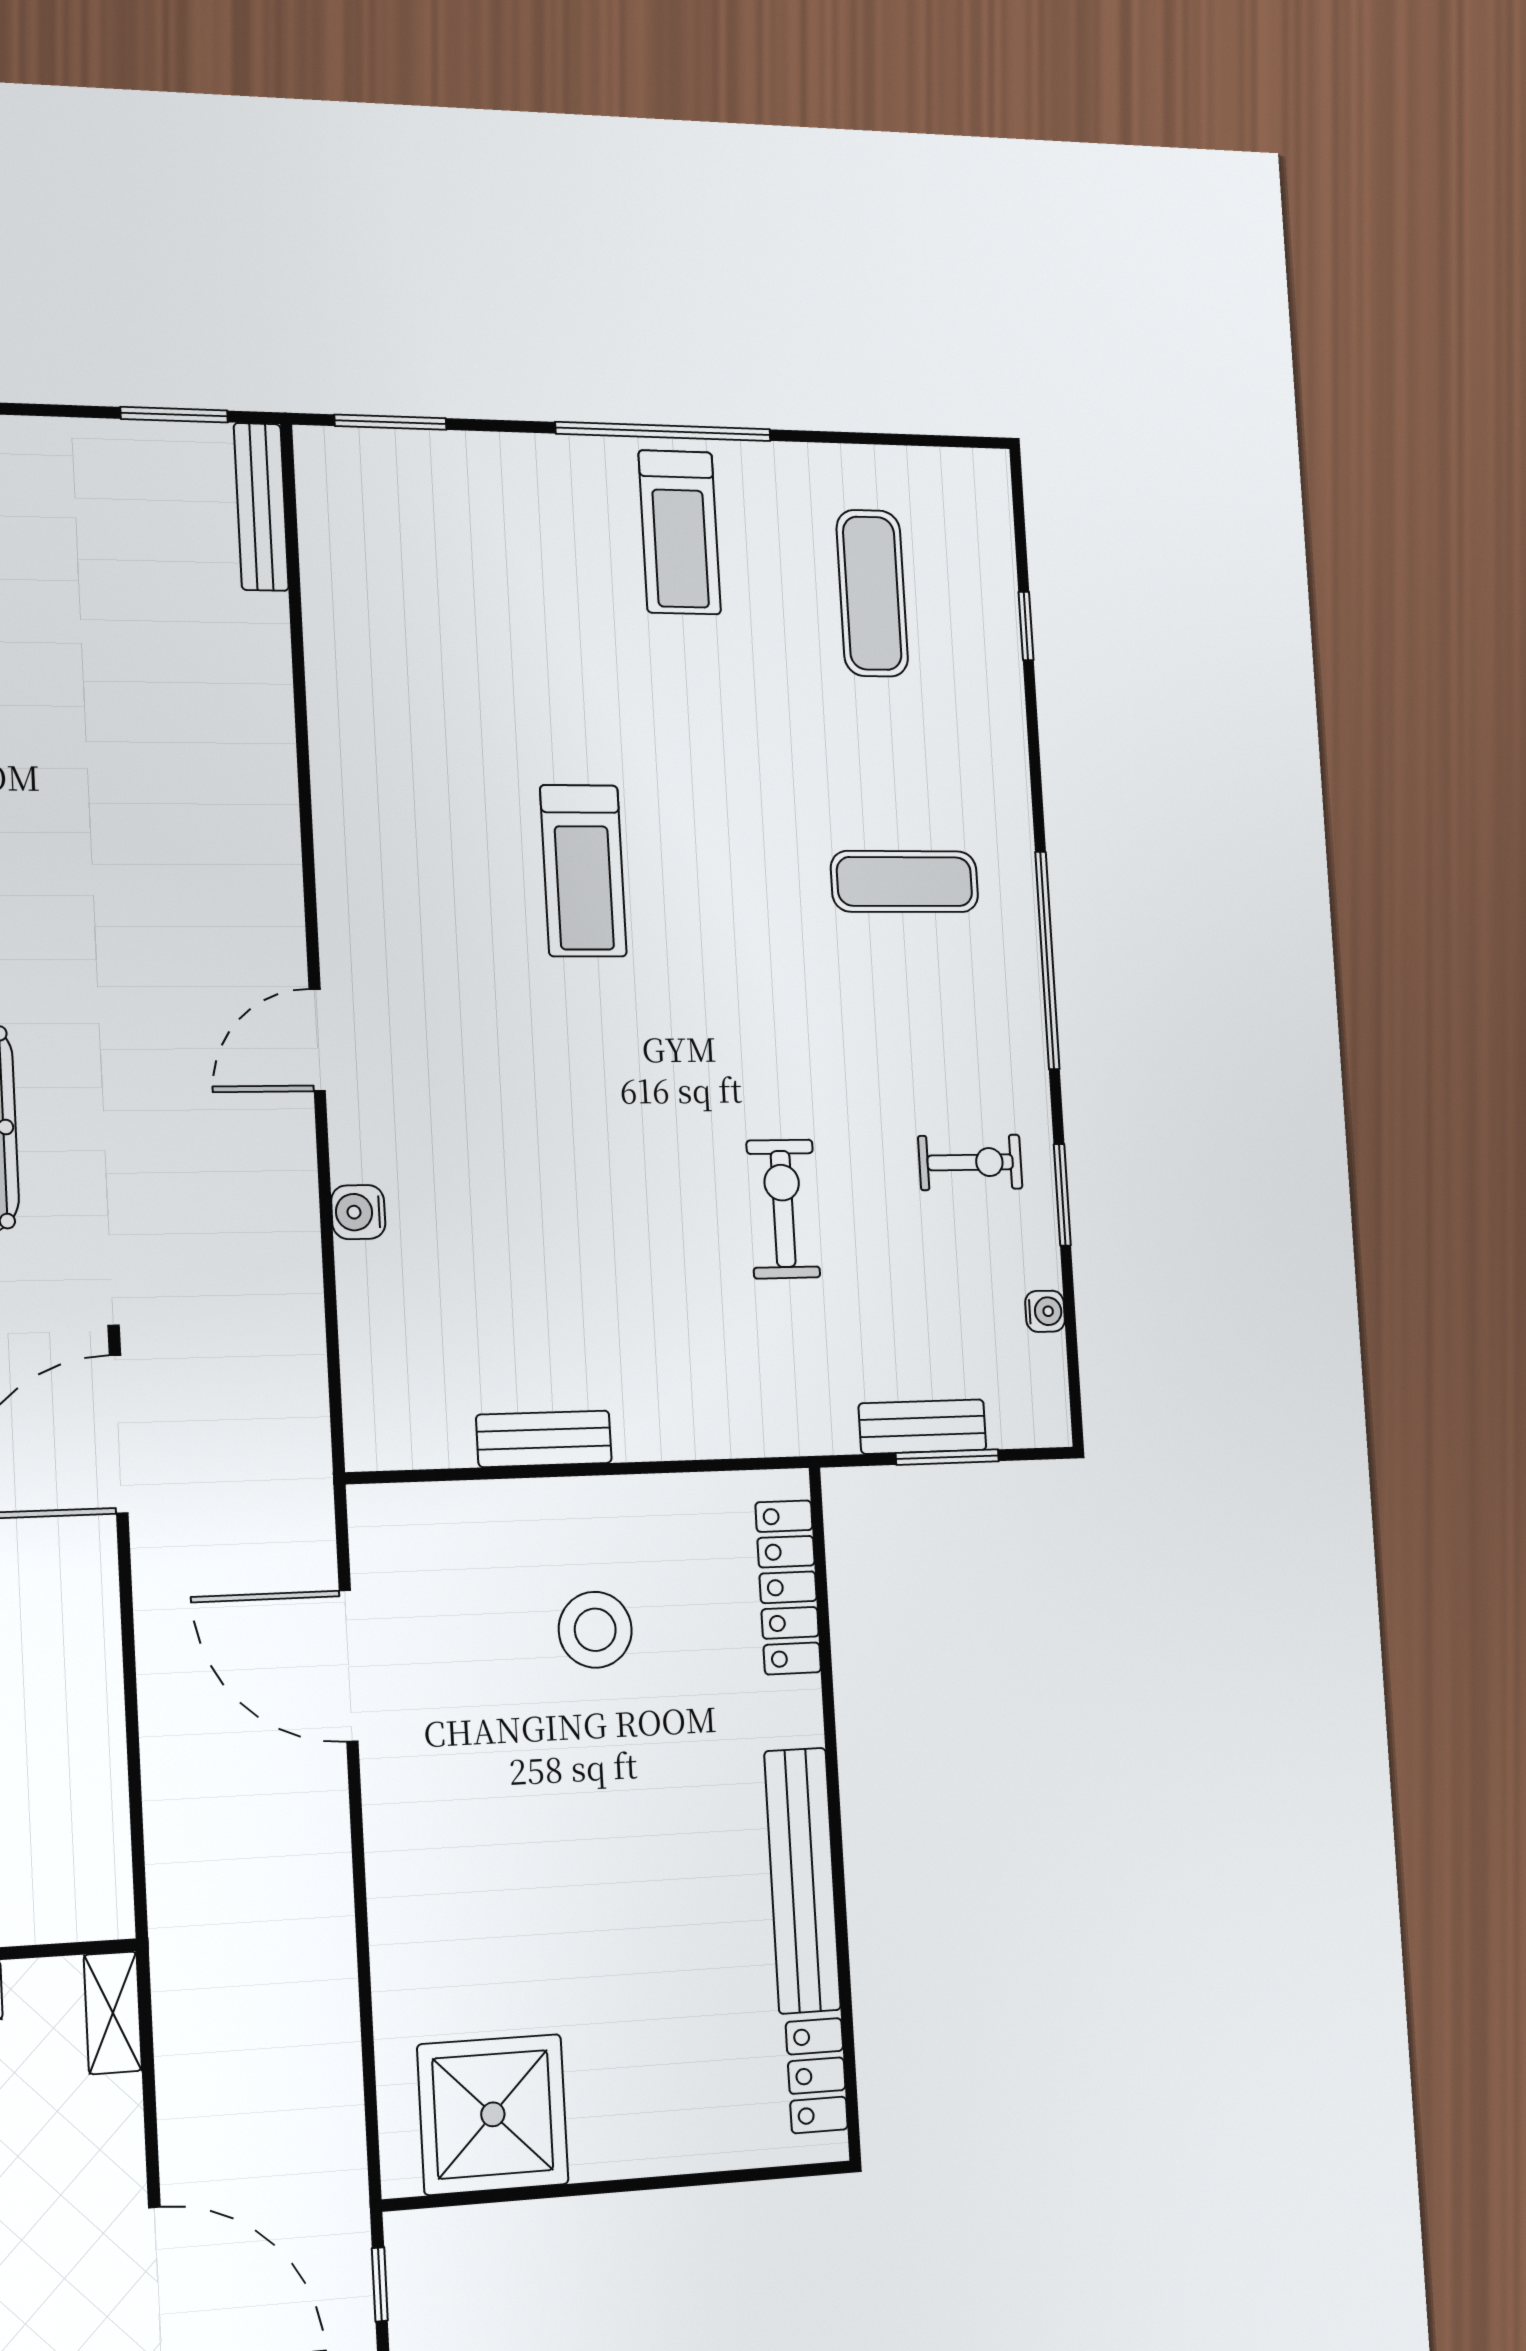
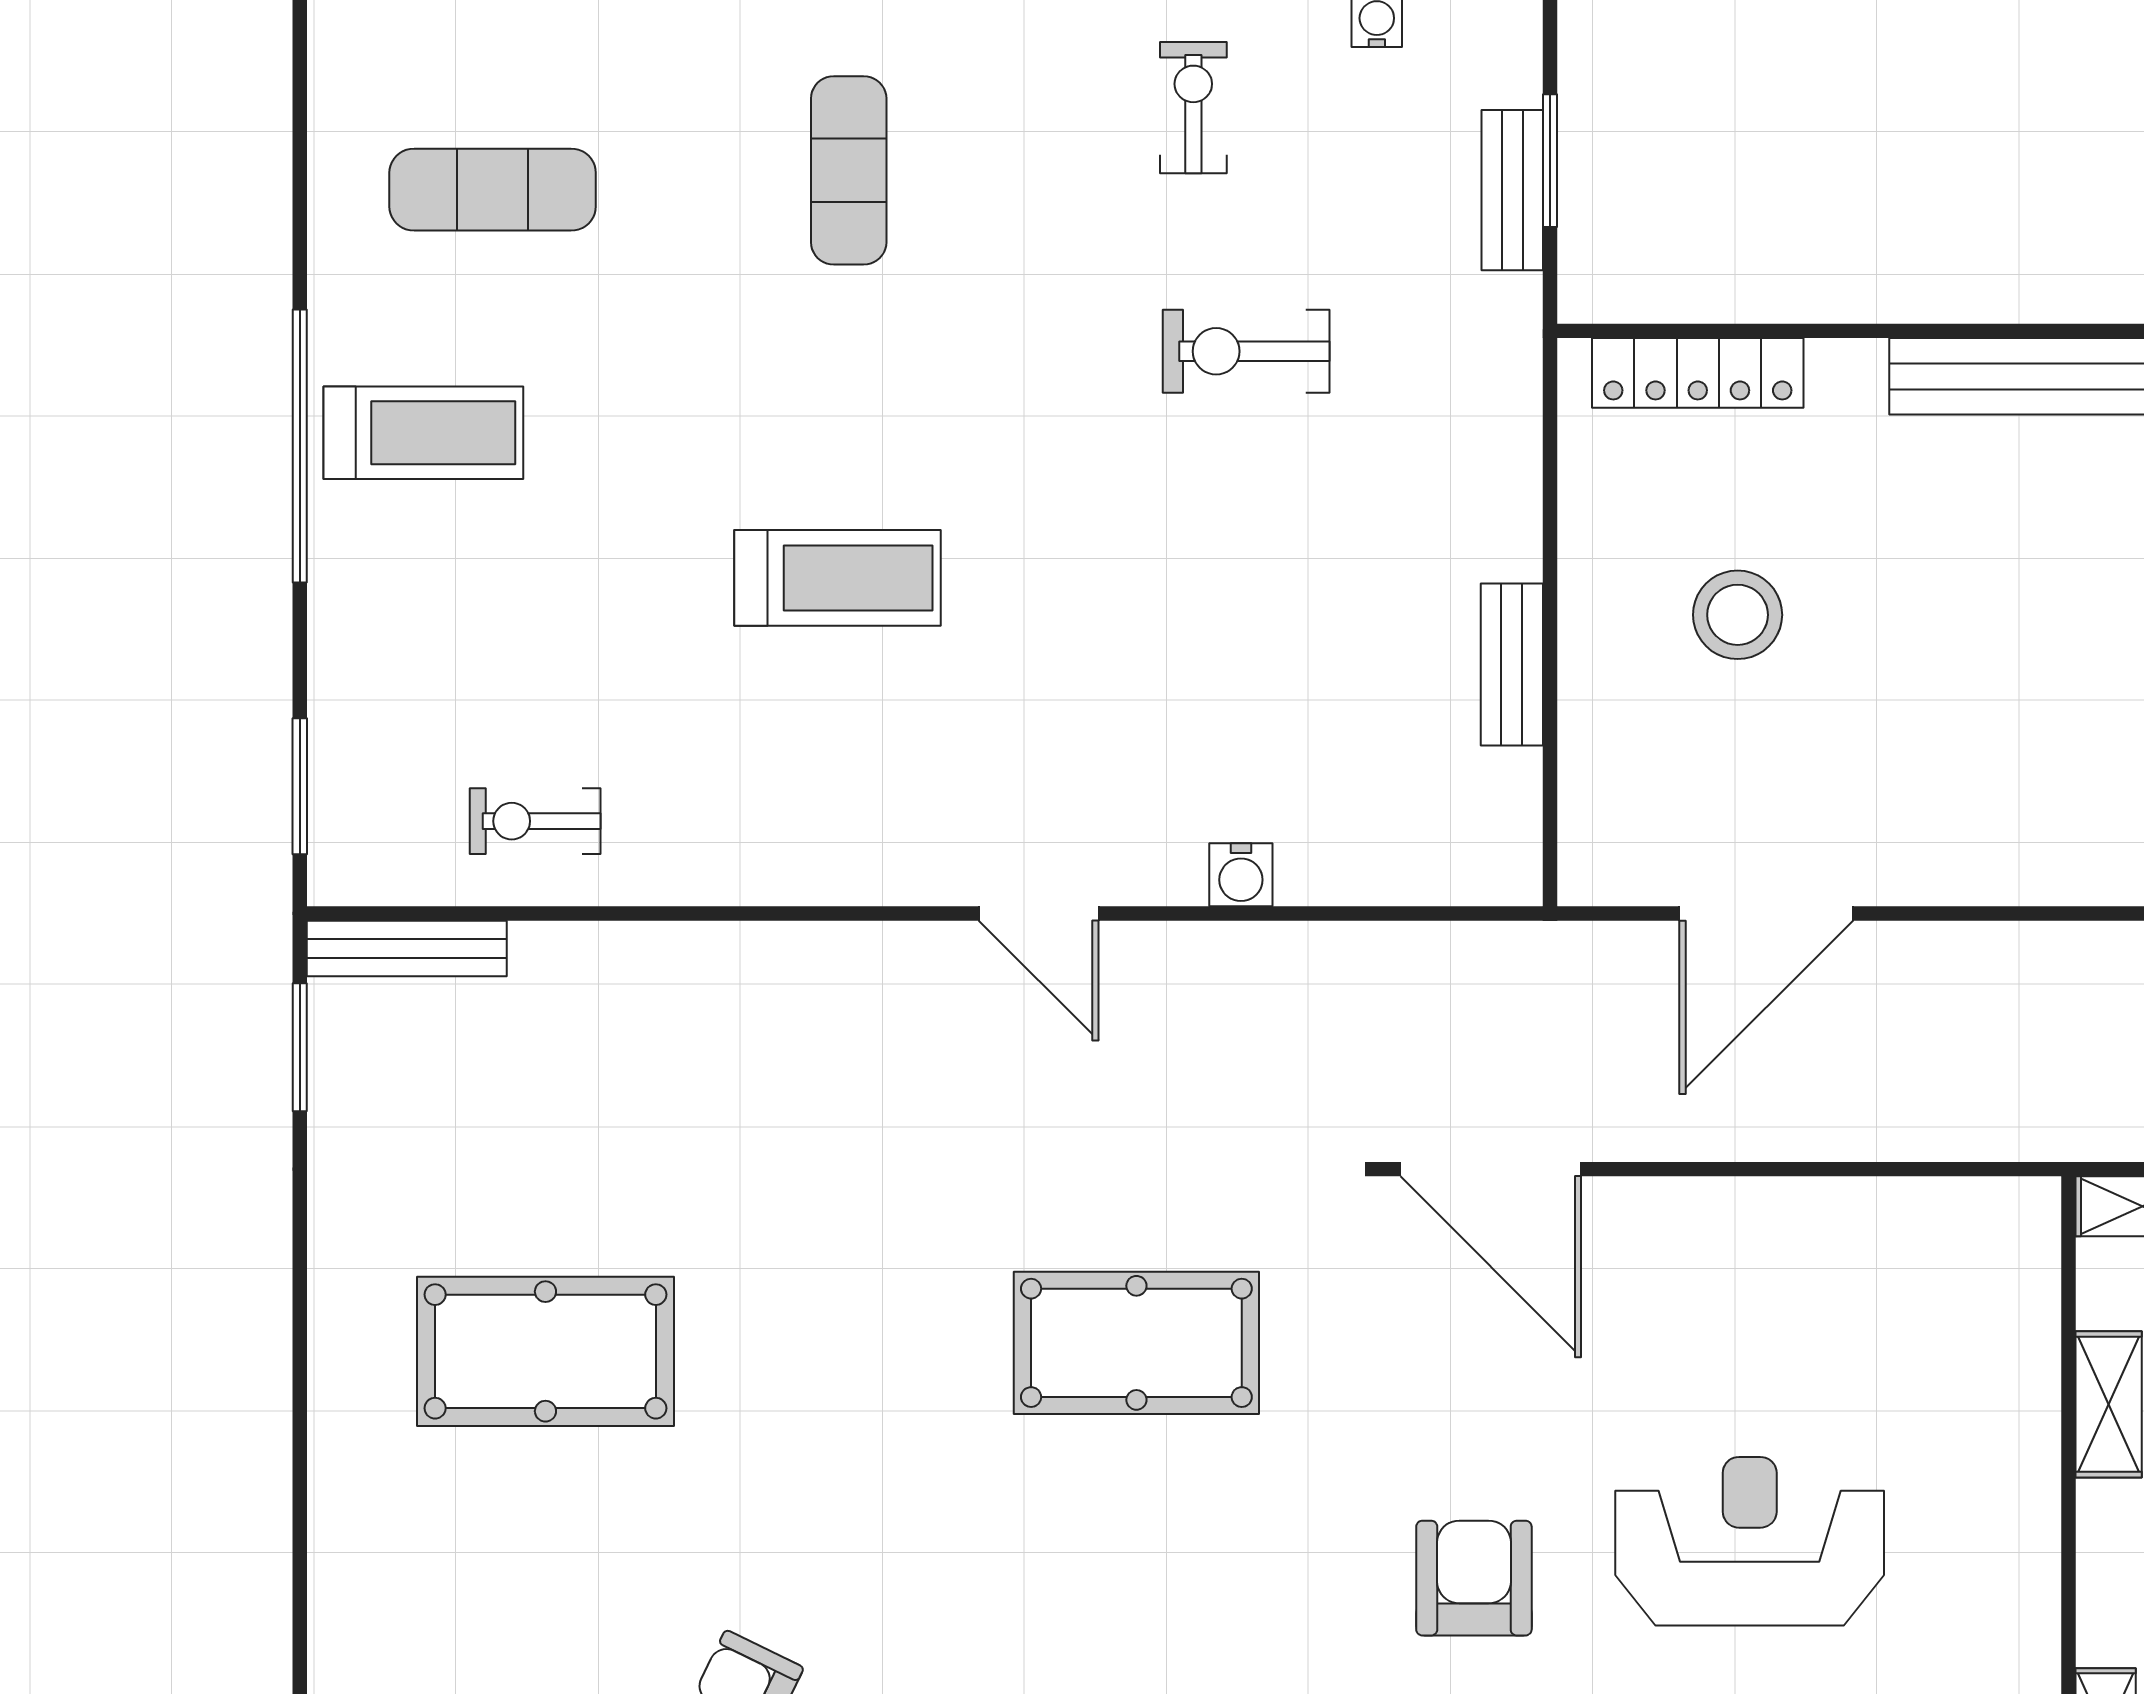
exercise bike: (372, 617) -> (535, 821), added

